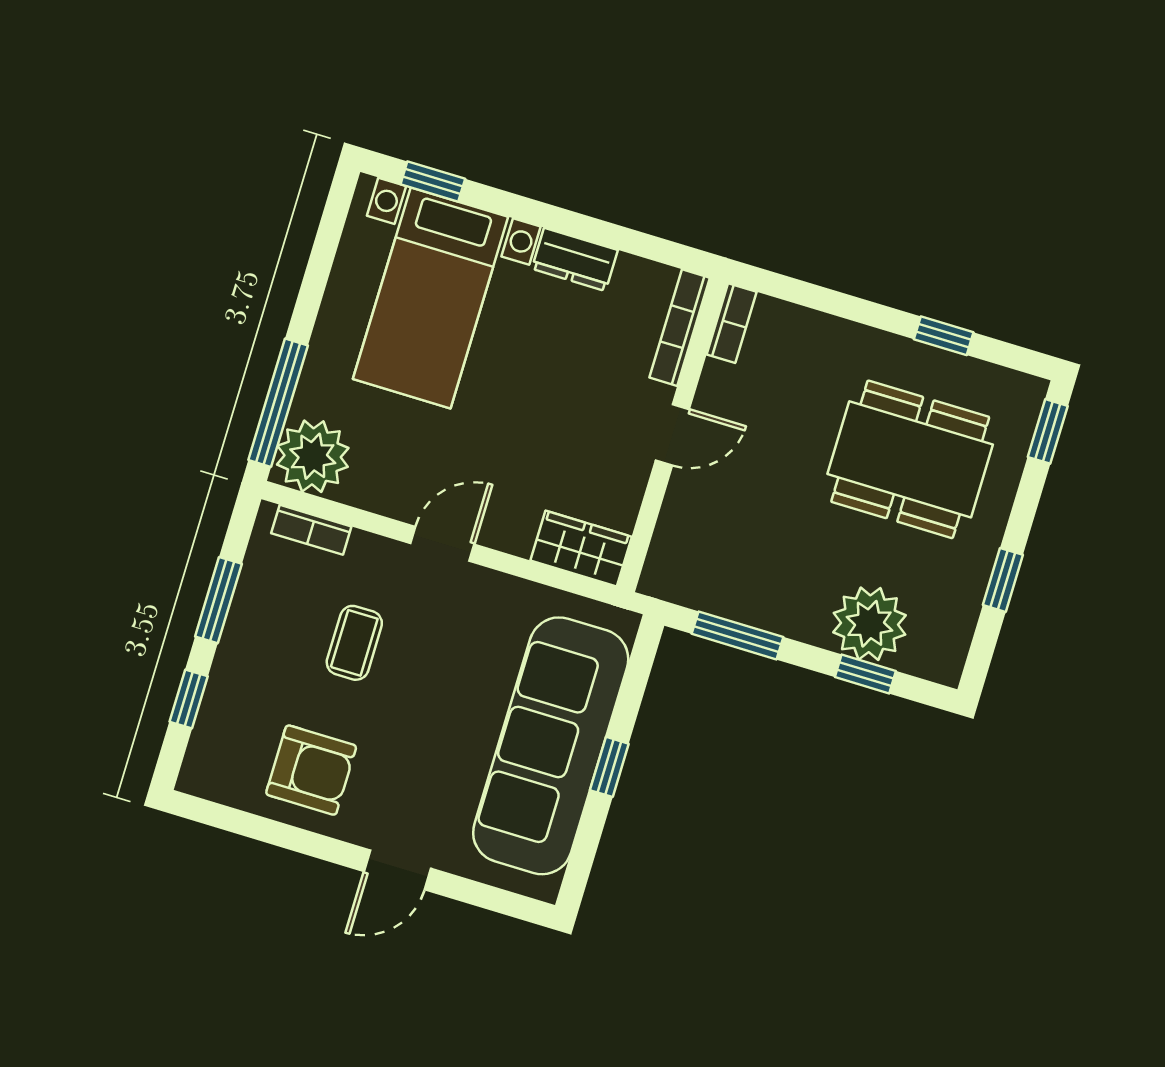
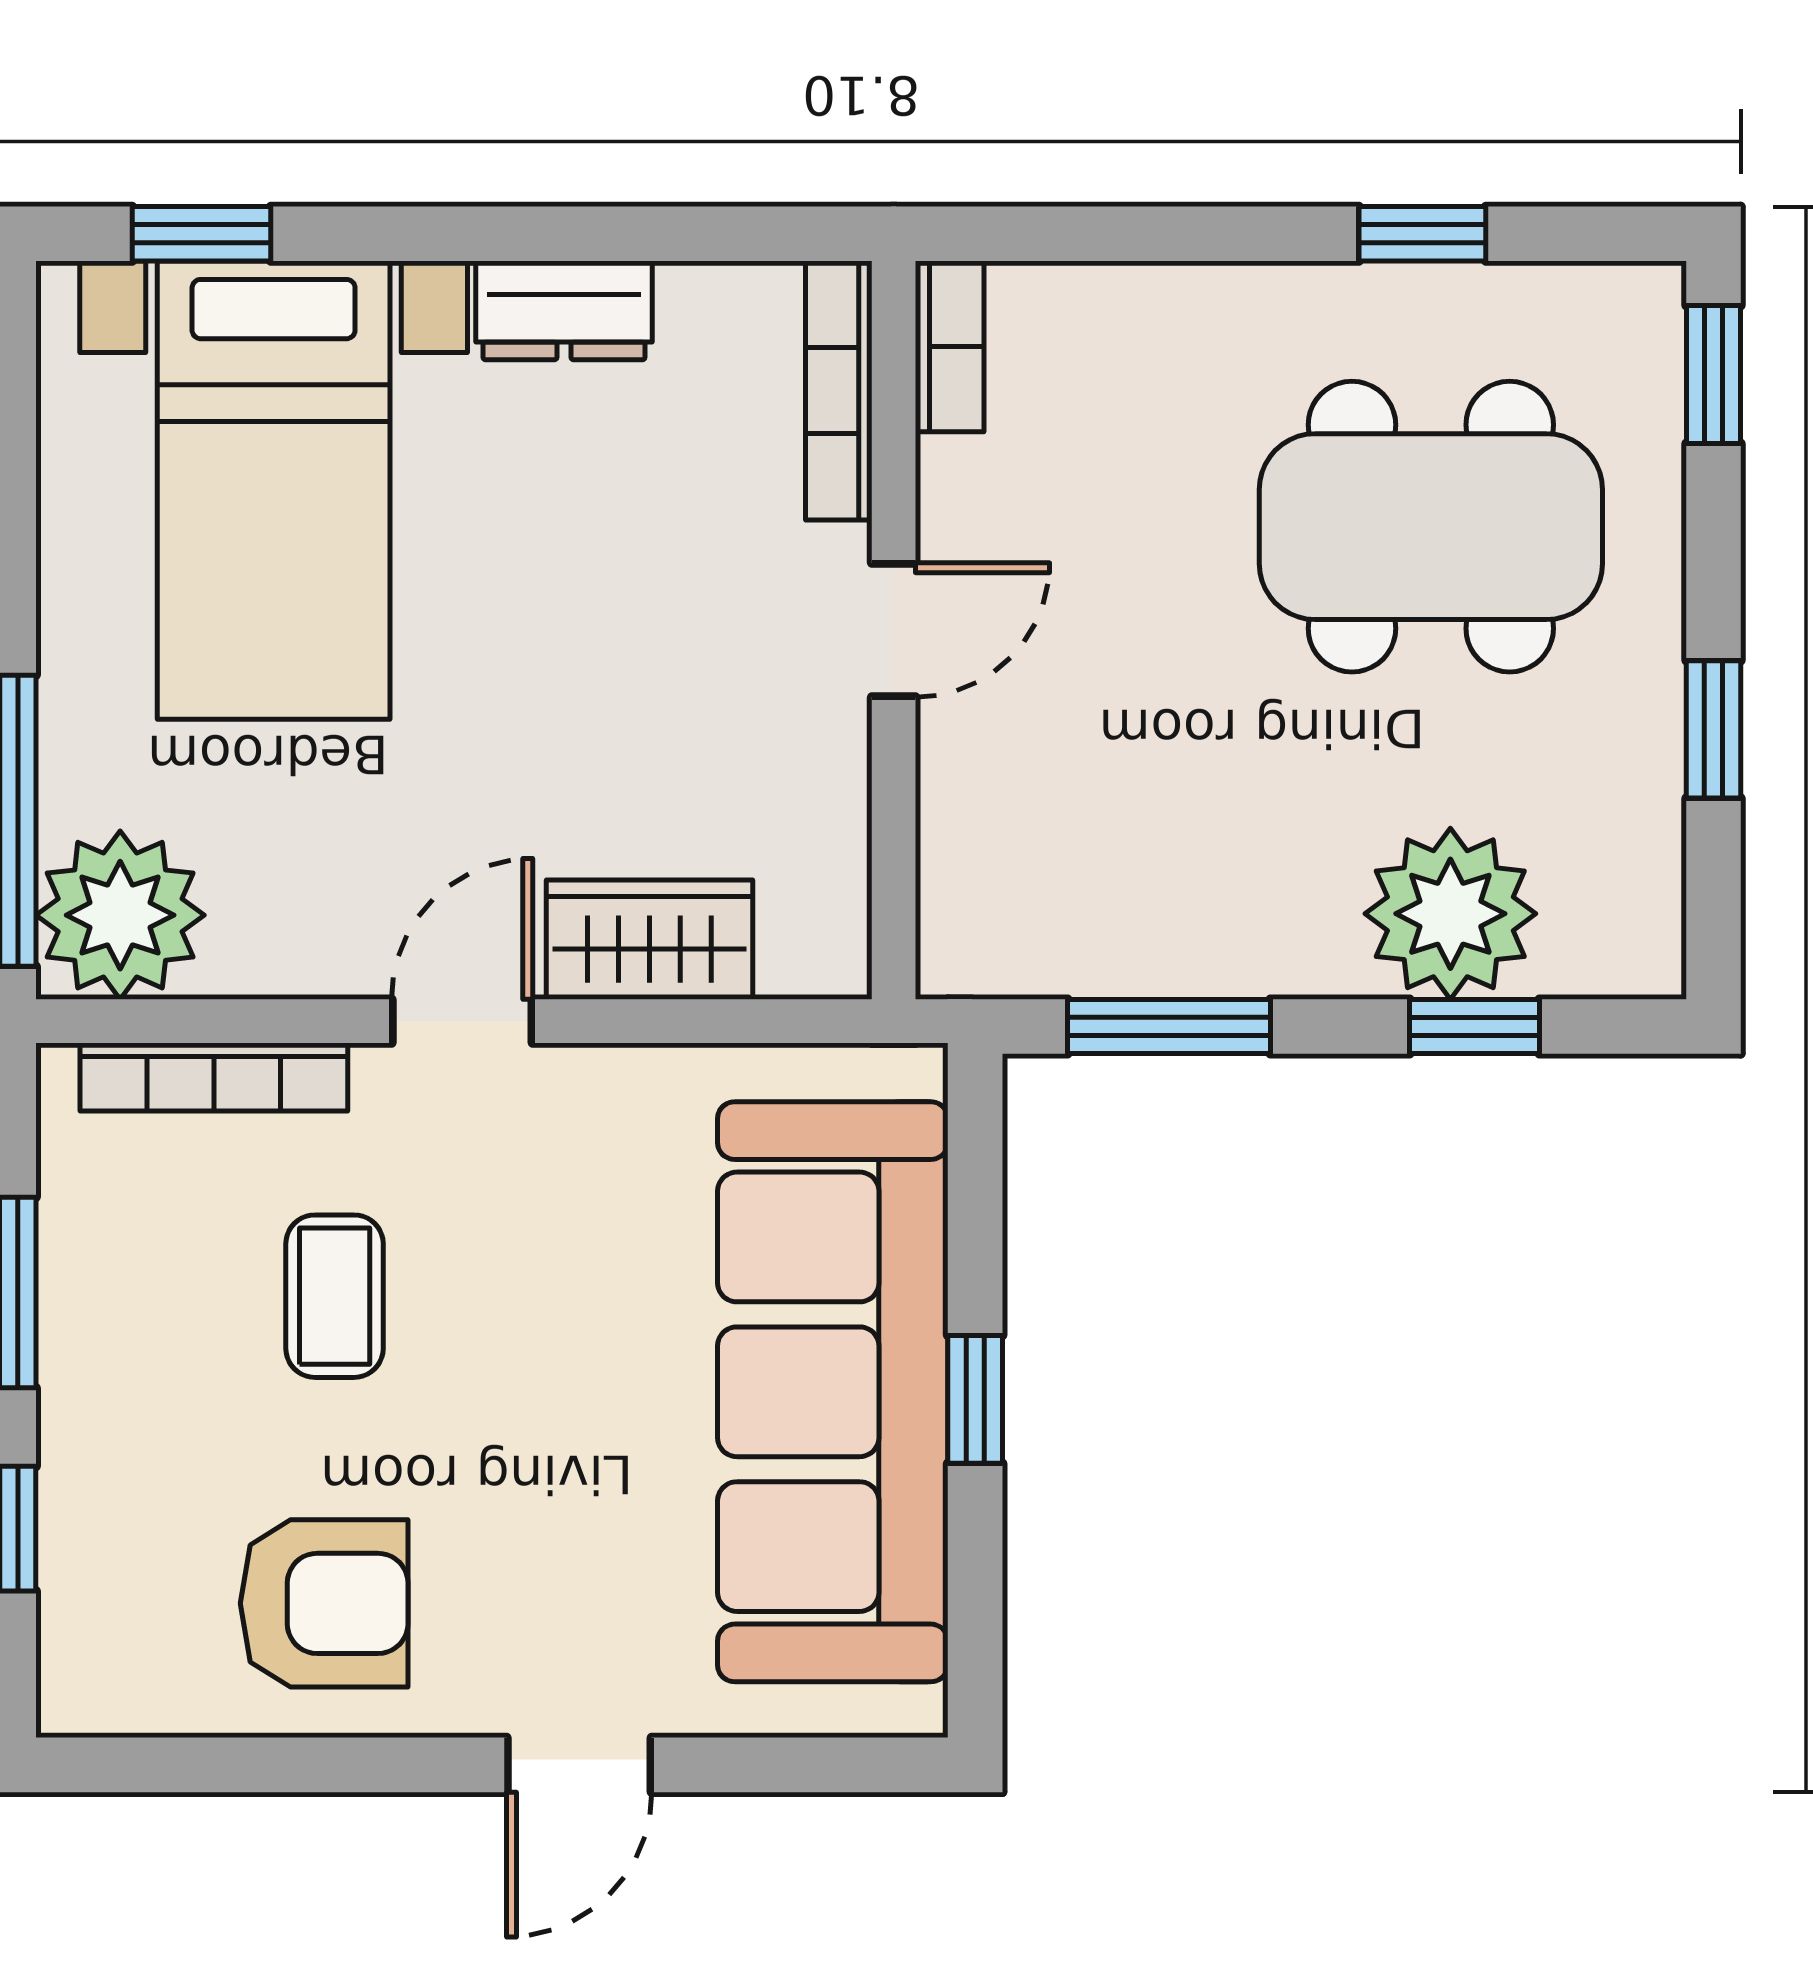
bookcase: (311, 530) -> (214, 1077), width x1.56
wardrobe: (581, 549) -> (650, 940), moved

